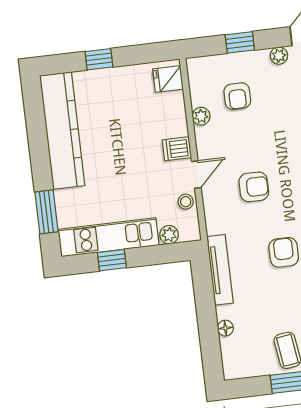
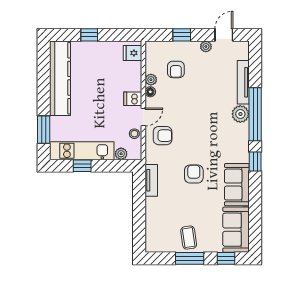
armchair: (254, 187) -> (163, 136), moved
tv unit: (220, 270) -> (151, 180), width x0.71
floor lamp: (225, 328) -> (150, 92), moved

